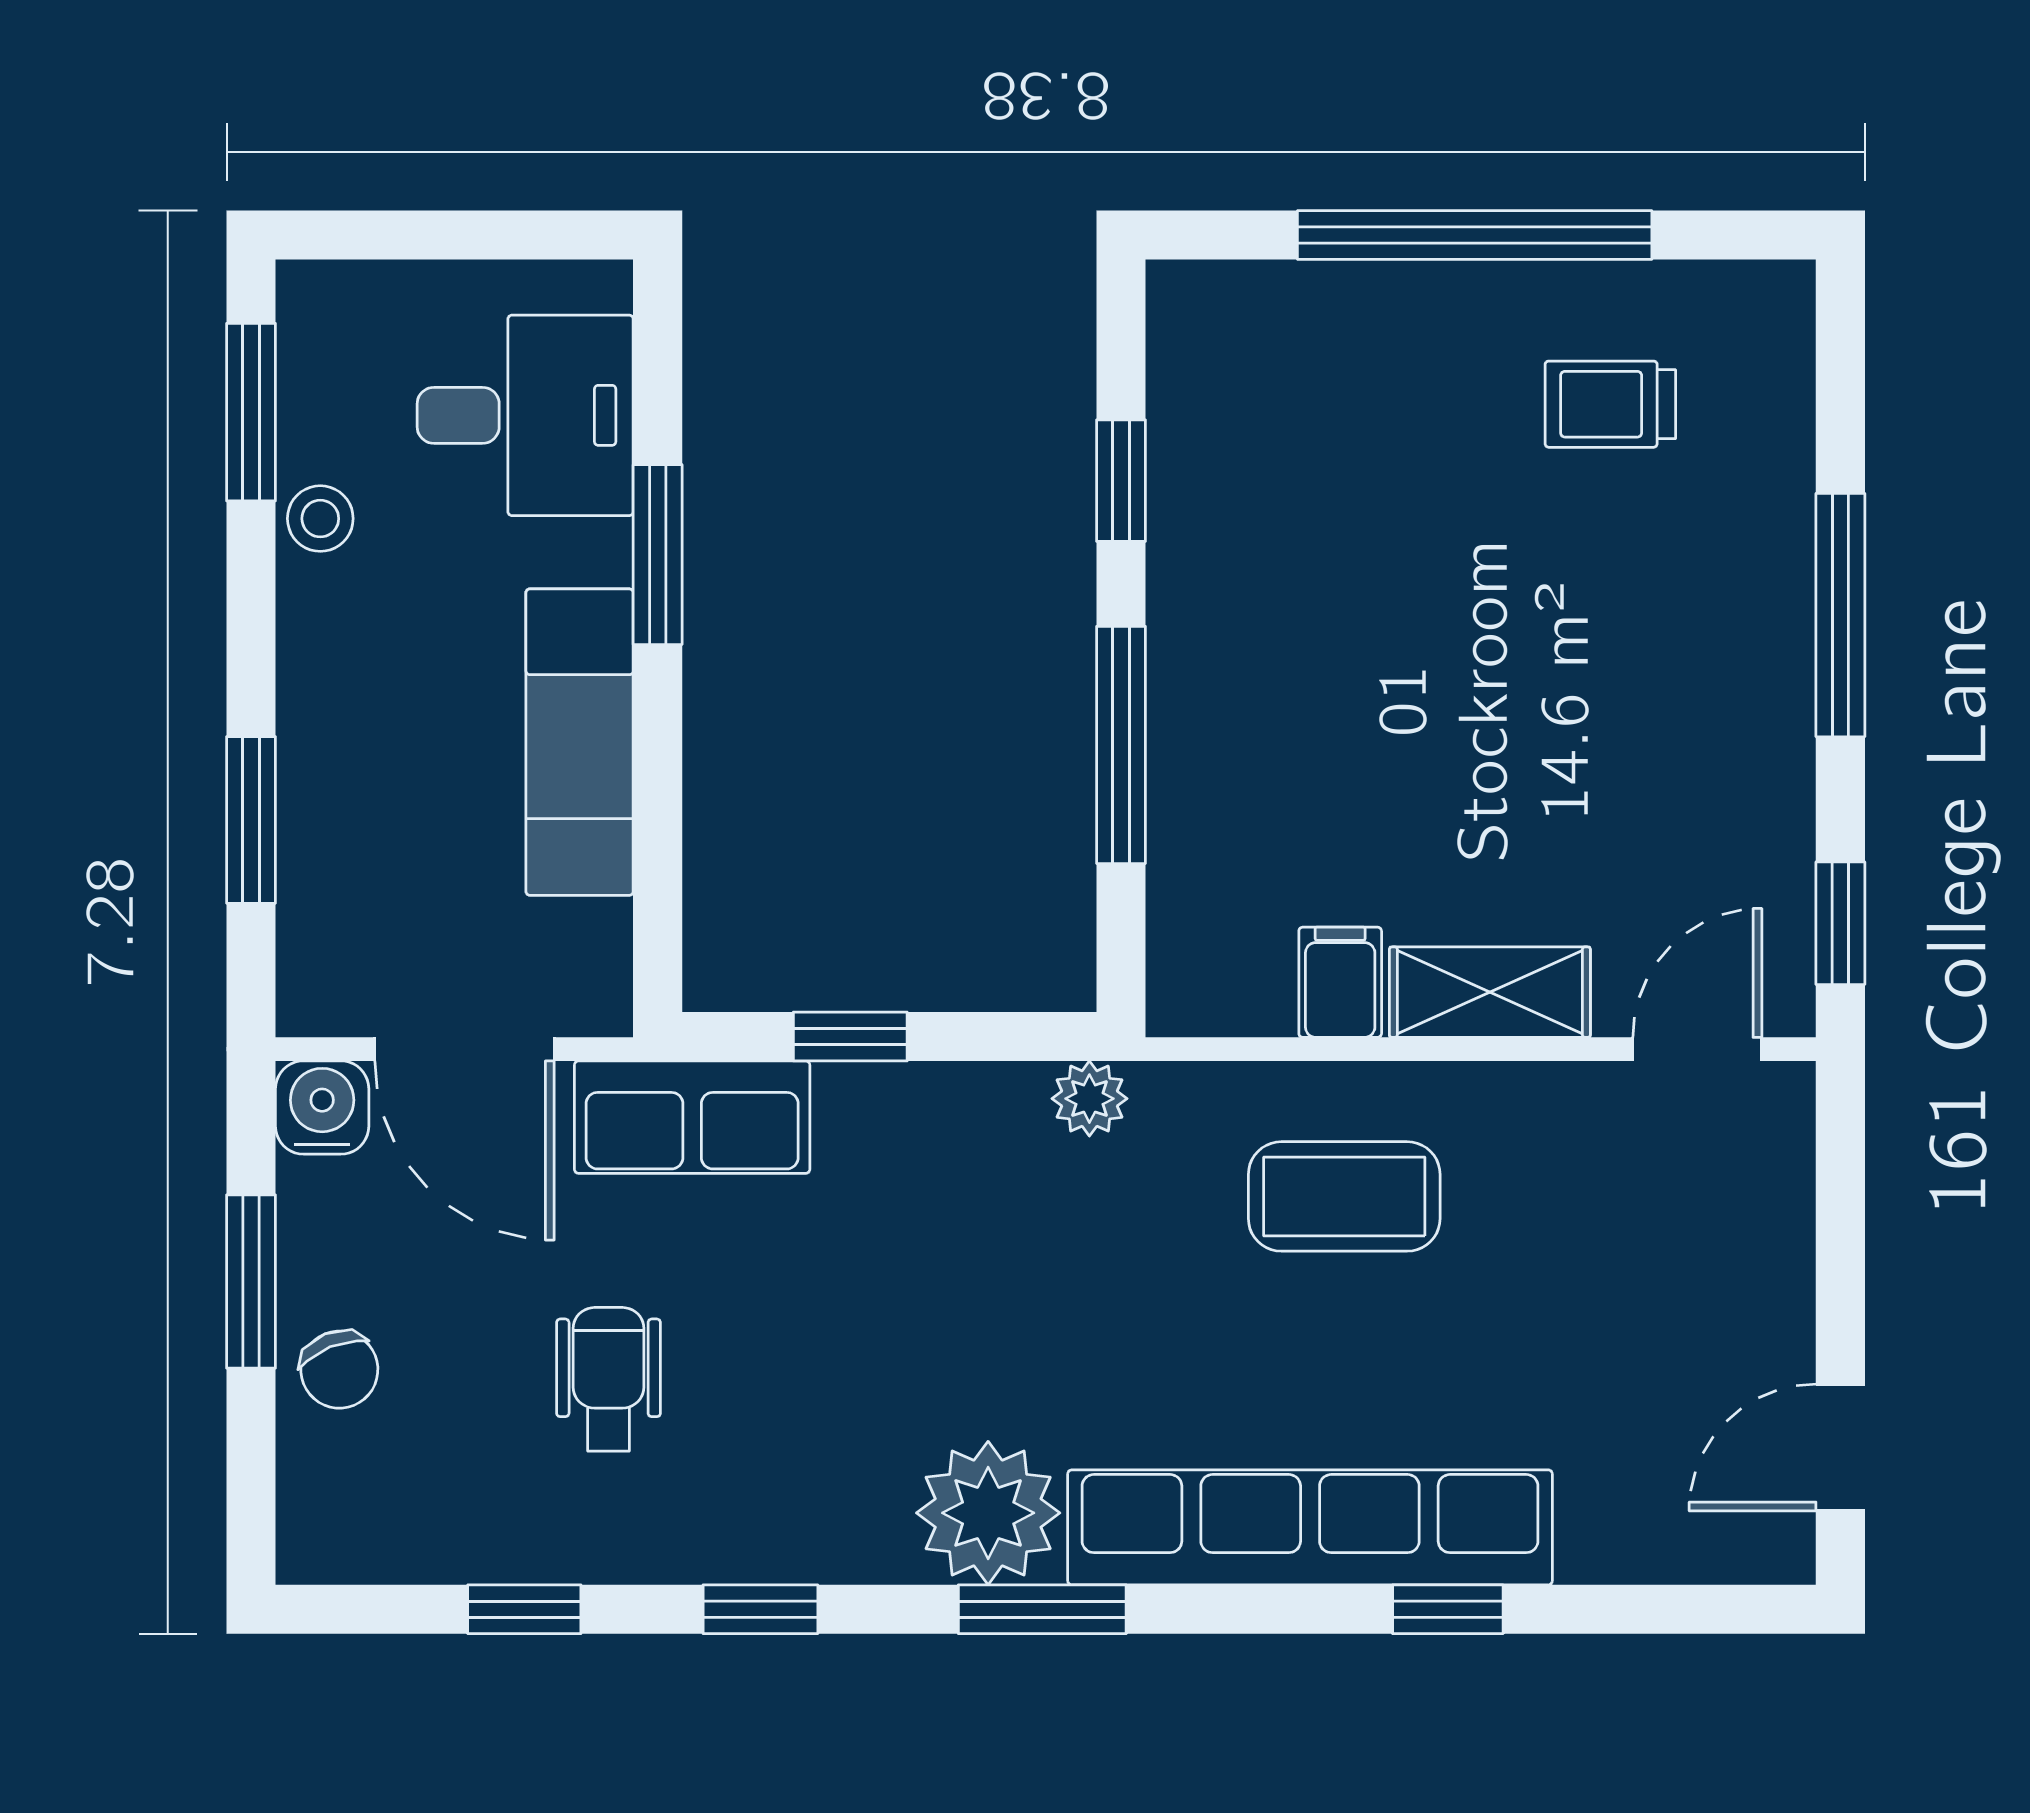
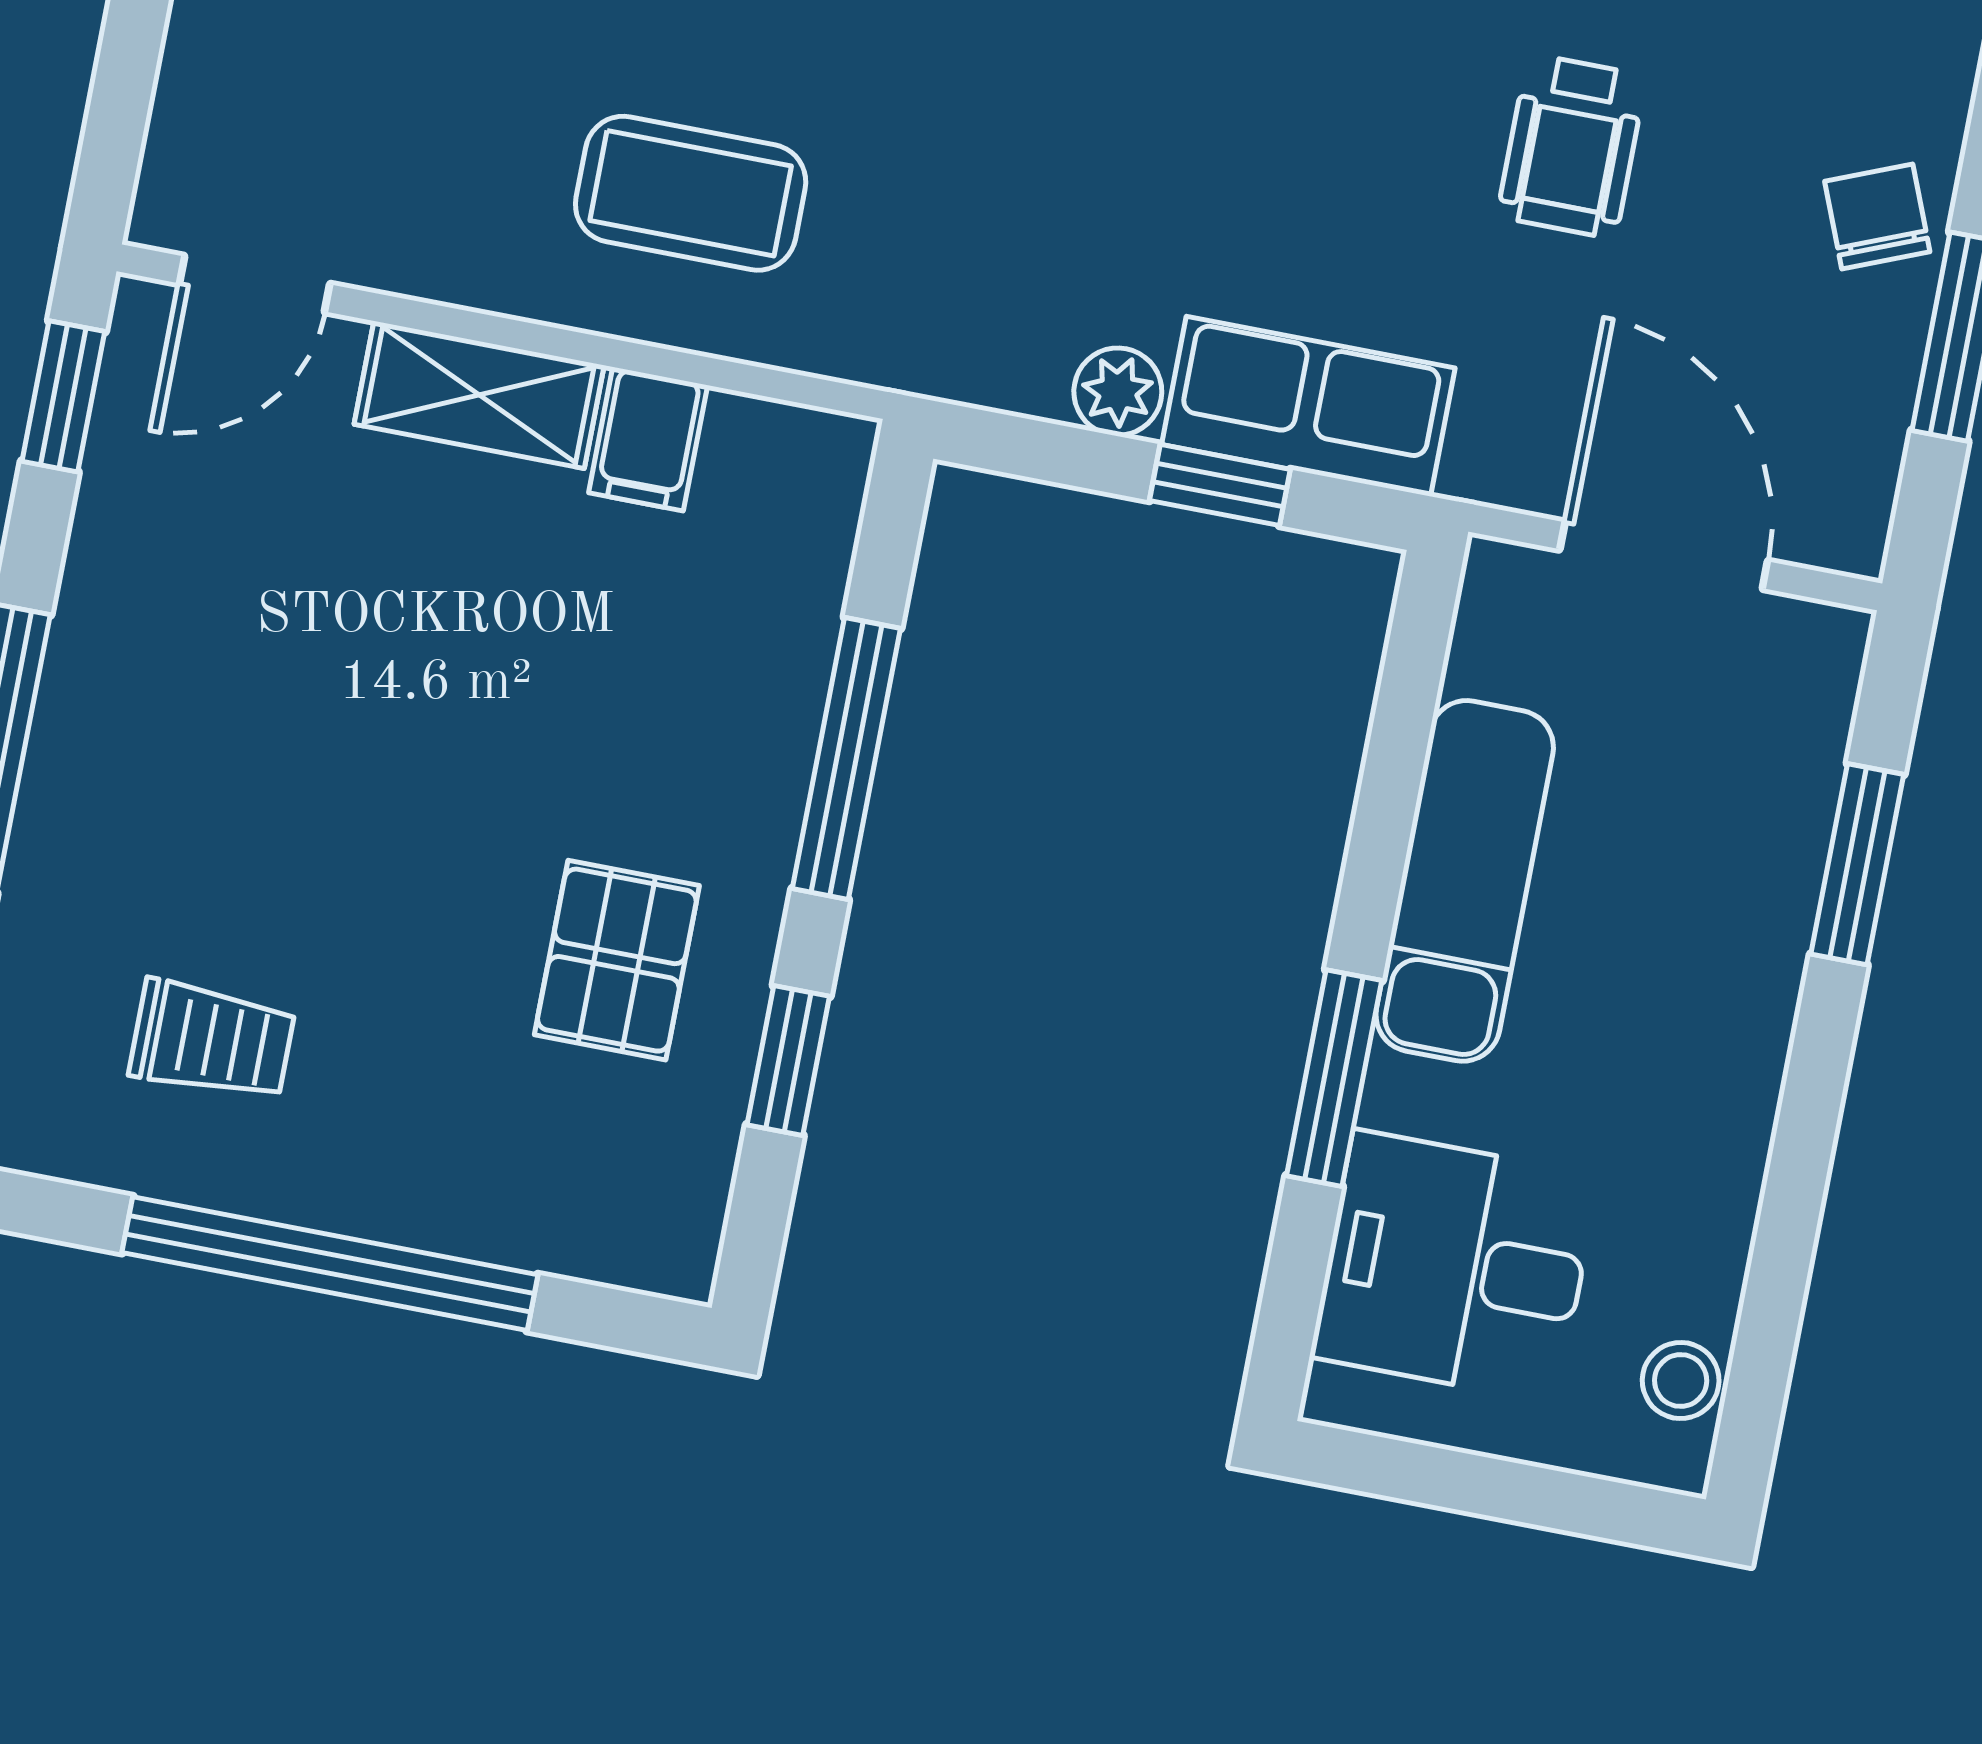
window: (251, 412) -> (1767, 1330), removed
stool: (320, 519) -> (1681, 1381), moved
pallet: (1282, 538) -> (617, 960), added
plant: (1089, 1099) -> (1118, 392), moved
water cooler: (322, 1108) -> (1839, 520), removed
row of seats: (692, 1117) -> (1308, 406), moved

